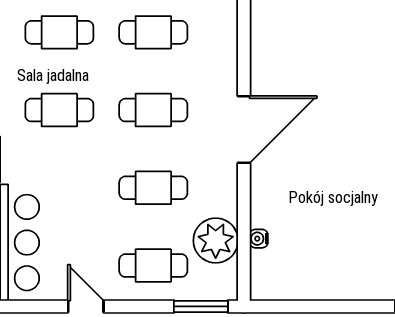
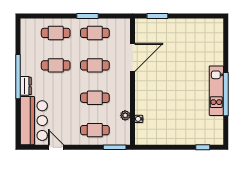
door: (244, 130) -> (133, 57), moved
plant: (216, 241) -> (125, 115), width x0.53, depth x0.53
door: (86, 306) -> (56, 147), moved

